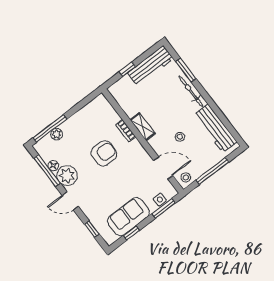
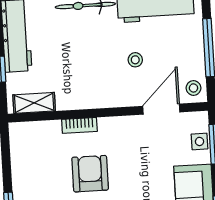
shelving: (143, 127) -> (34, 103), moved

